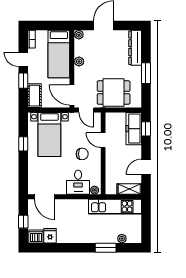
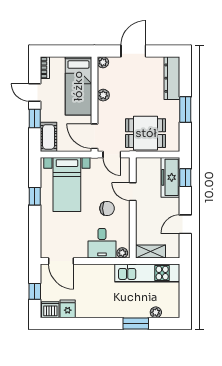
shelving: (129, 189) -> (151, 251), moved

